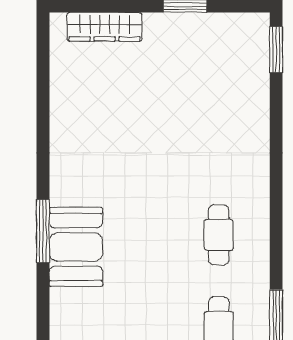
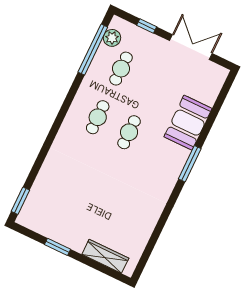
cafe table: (160, 235) -> (129, 132), added
booth: (76, 247) -> (188, 123), moved

